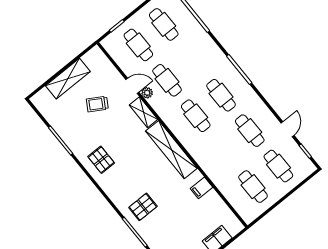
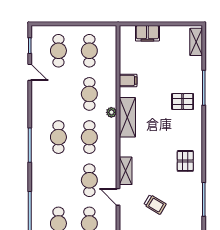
plant: (147, 93) -> (111, 112), moved
door: (288, 129) -> (30, 72), swing flipped
cafe table: (250, 131) -> (89, 94), moved
shelving: (171, 150) -> (127, 117), width x0.68

